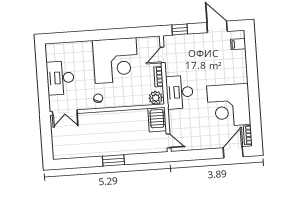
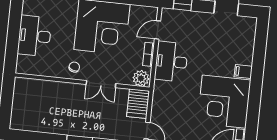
filing cabinet: (238, 44) -> (243, 72), moved
desk: (180, 92) -> (171, 62), moved
double door: (65, 113) -> (101, 84), moved

